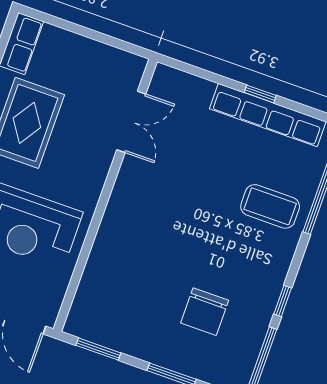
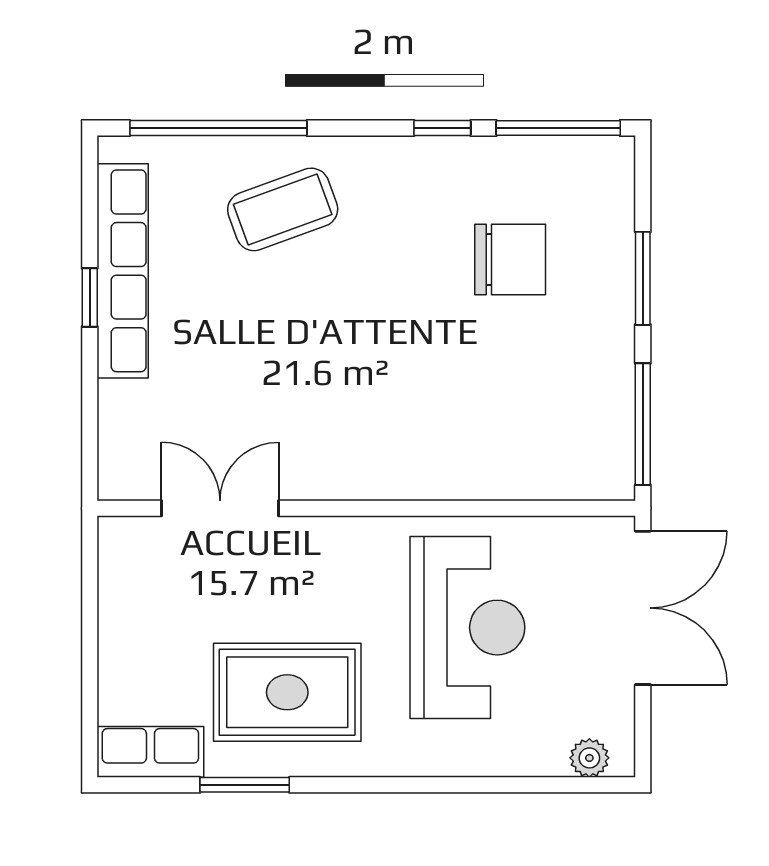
coffee table: (270, 206) -> (283, 209), turned 70
window: (98, 349) -> (643, 424), width x1.44

